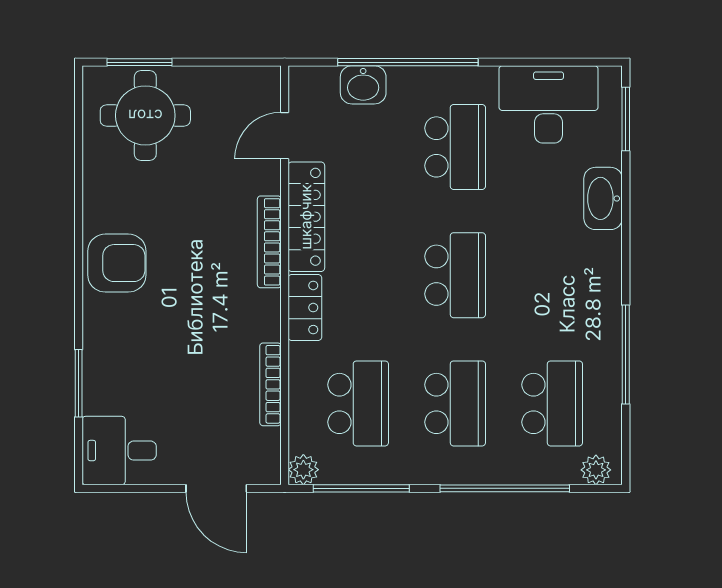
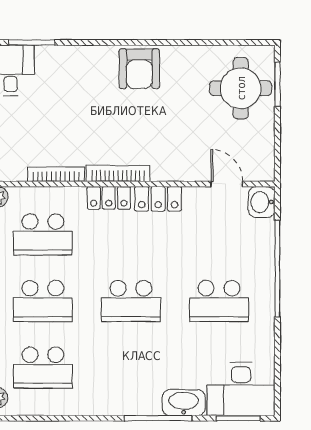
washbasin: (363, 85) -> (262, 202), moved
desk: (548, 104) -> (241, 389), moved, turned 90
locker: (306, 217) -> (158, 199), width x0.66
bookcase: (269, 242) -> (118, 173), moved
window: (626, 354) -> (158, 418), moved
window: (79, 383) -> (32, 42), moved

